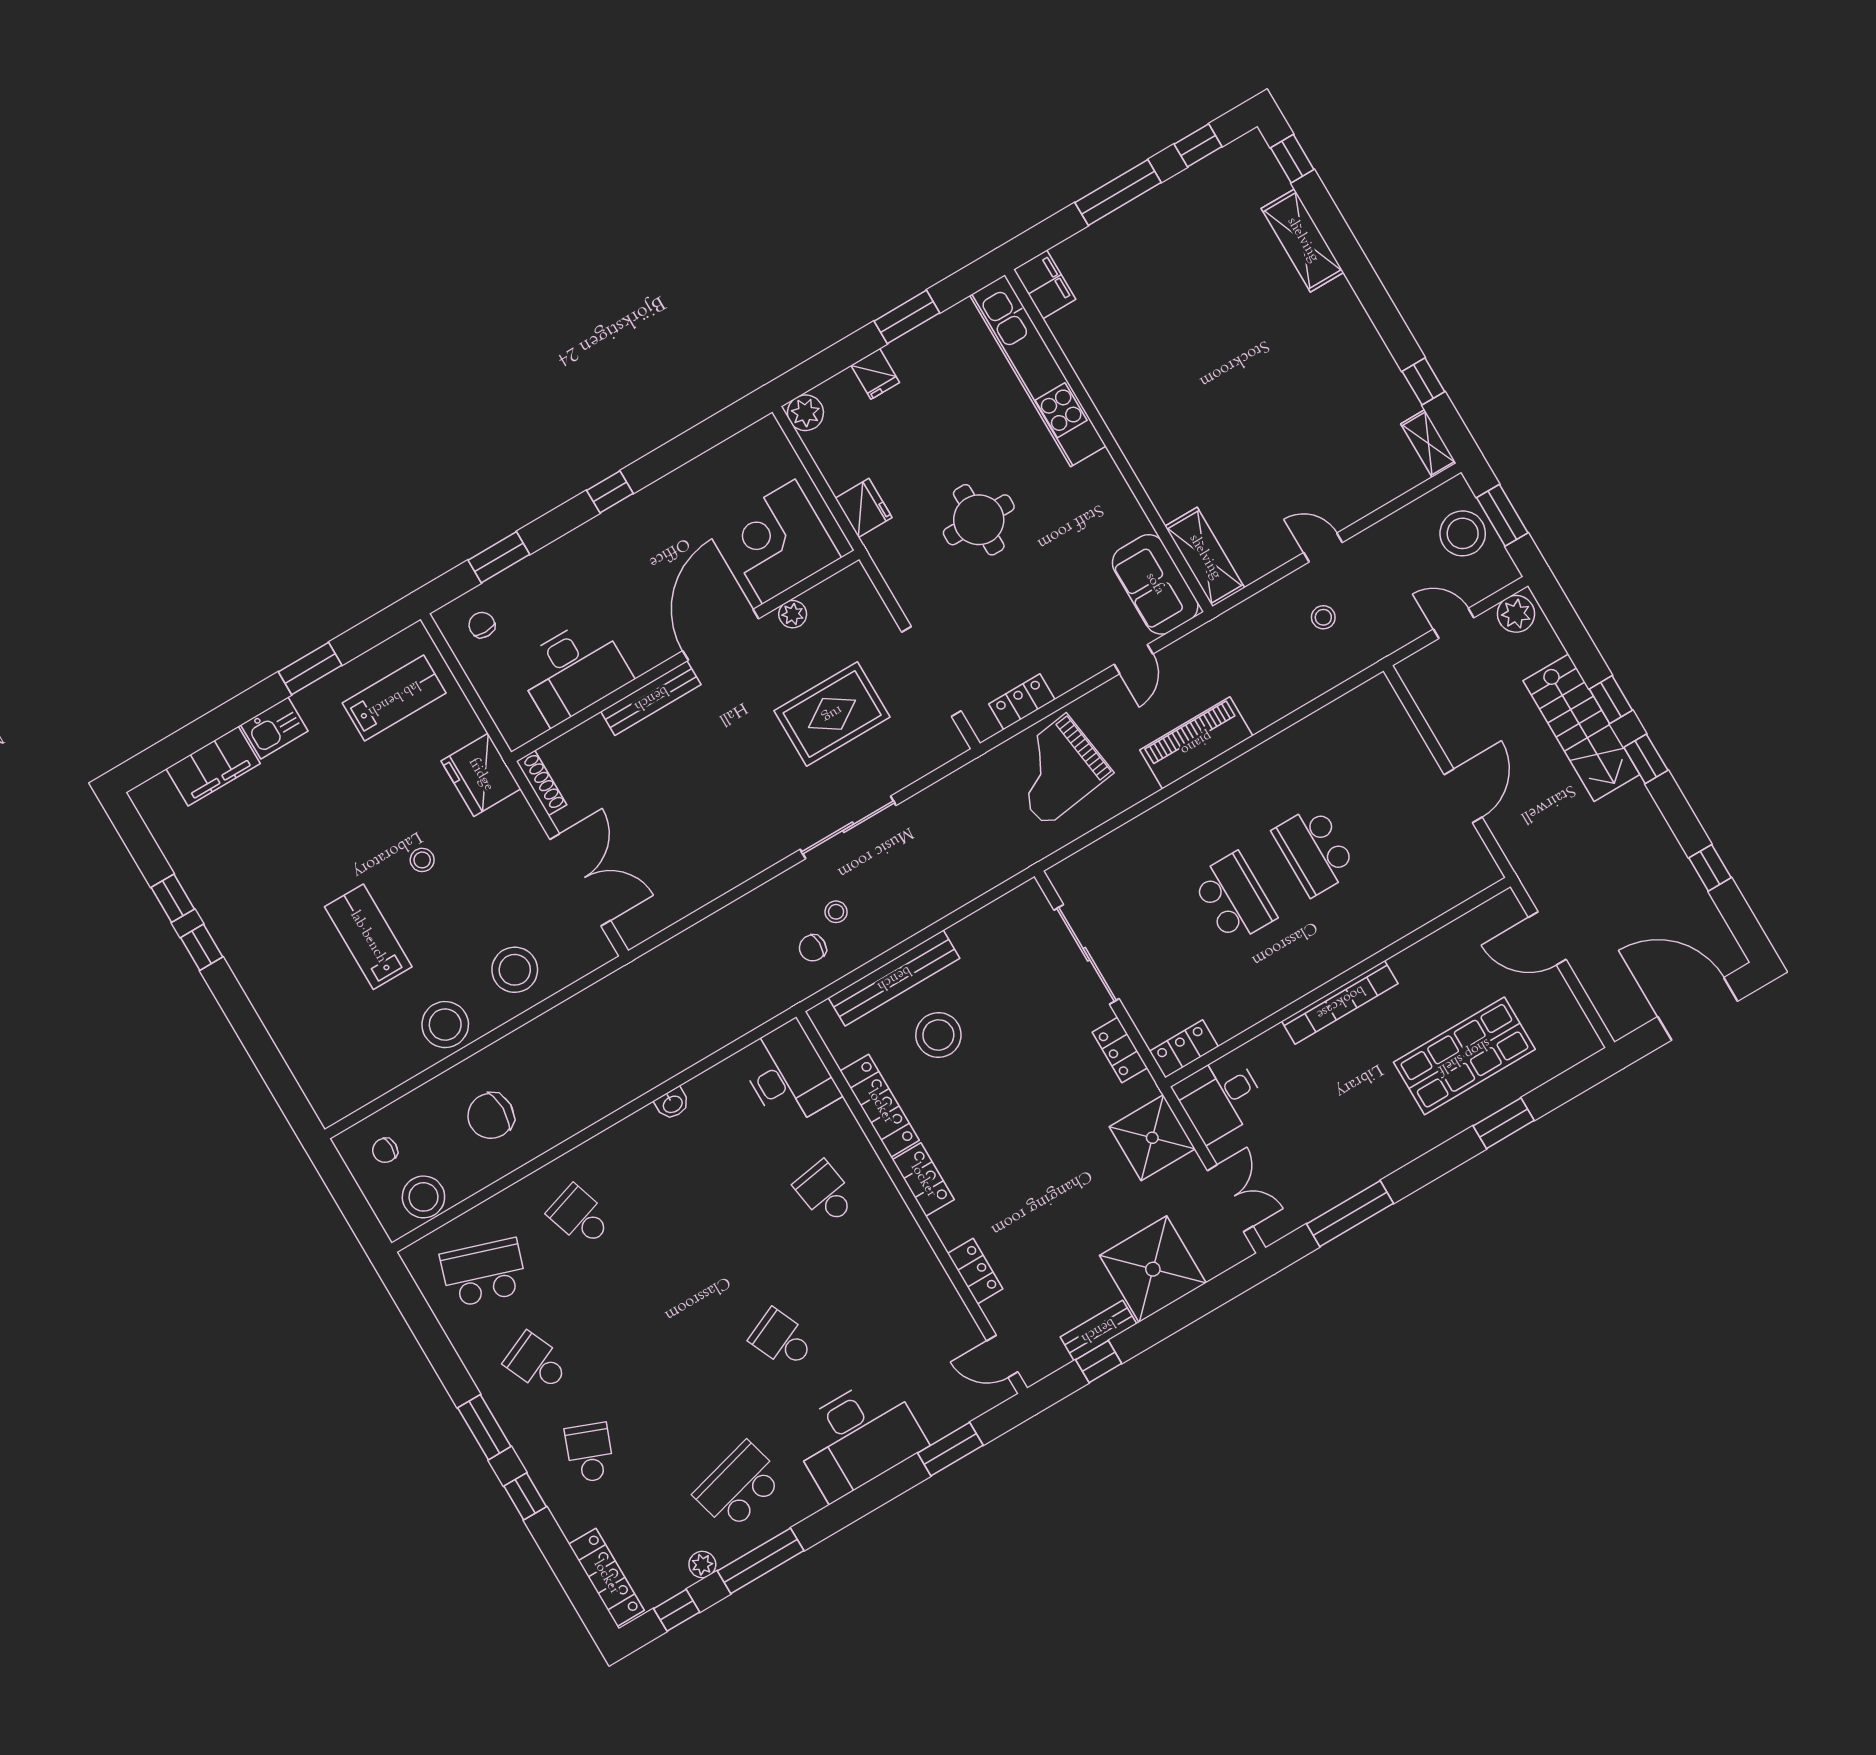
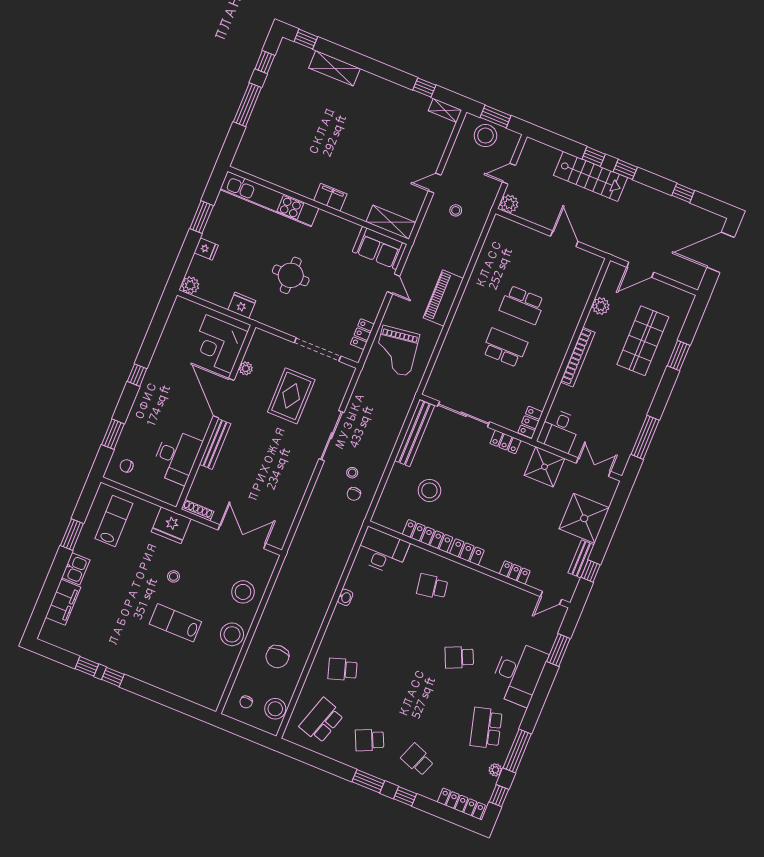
filing cabinet: (1045, 284) -> (330, 197), moved
plant: (1516, 614) -> (509, 204), moved
plant: (1439, 948) -> (601, 306), added
bench: (894, 978) -> (415, 433), moved

